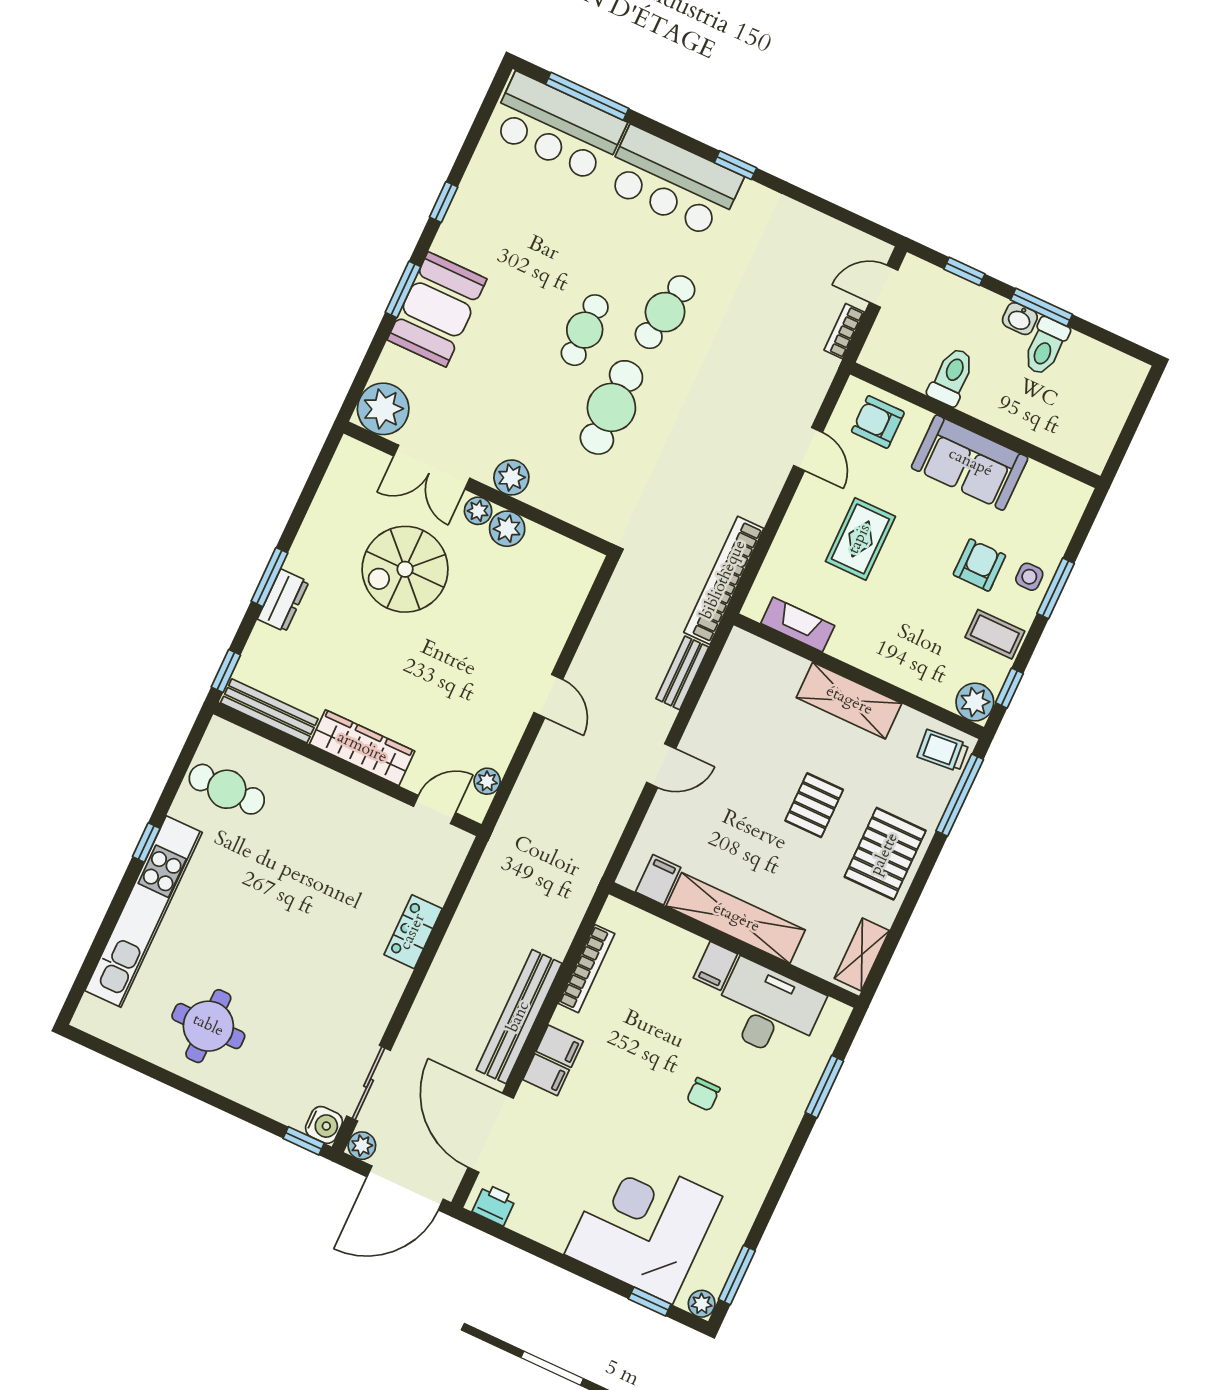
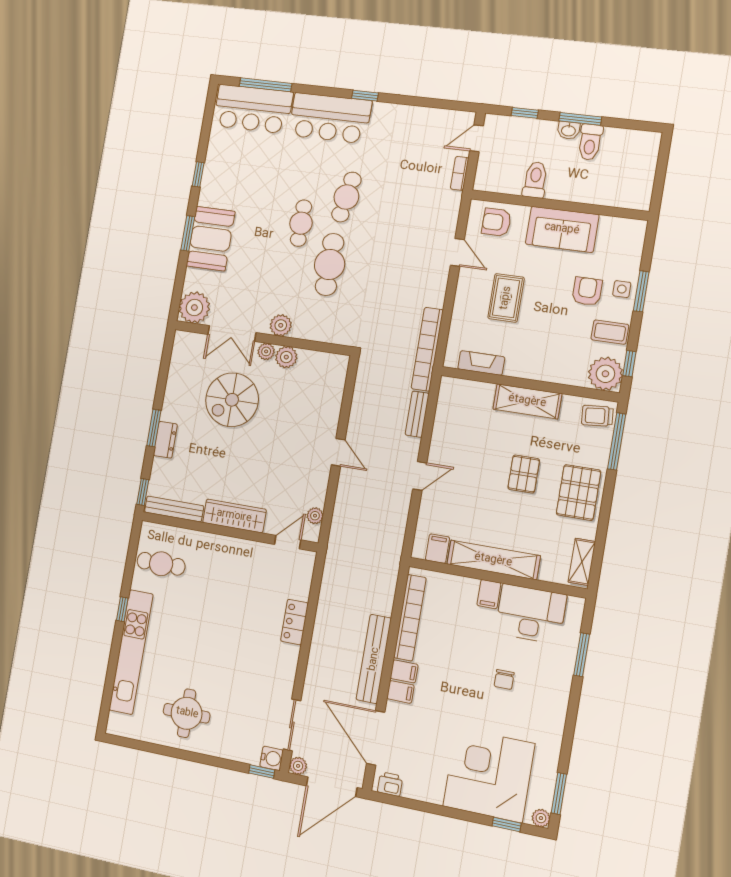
plant: (975, 702) -> (605, 374), width x1.36, depth x1.36
bookcase: (586, 969) -> (410, 618), width x1.48, depth x1.31

